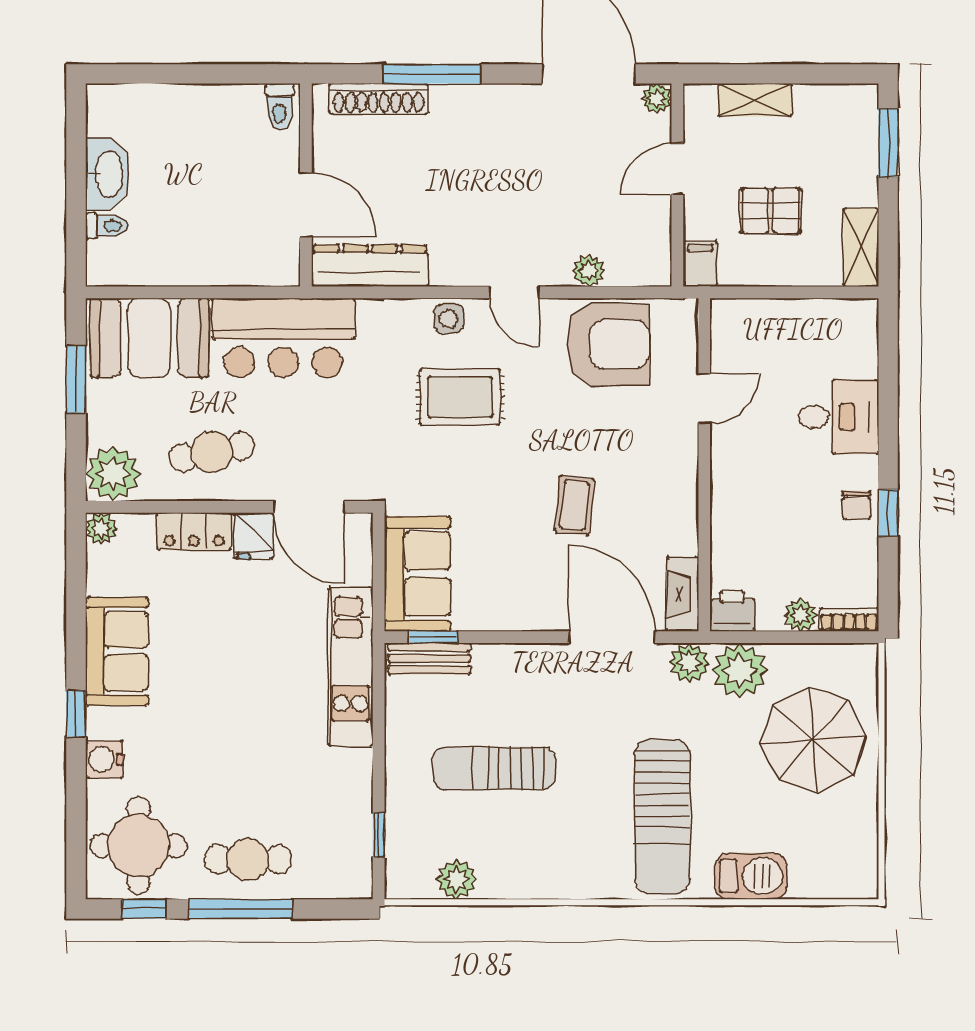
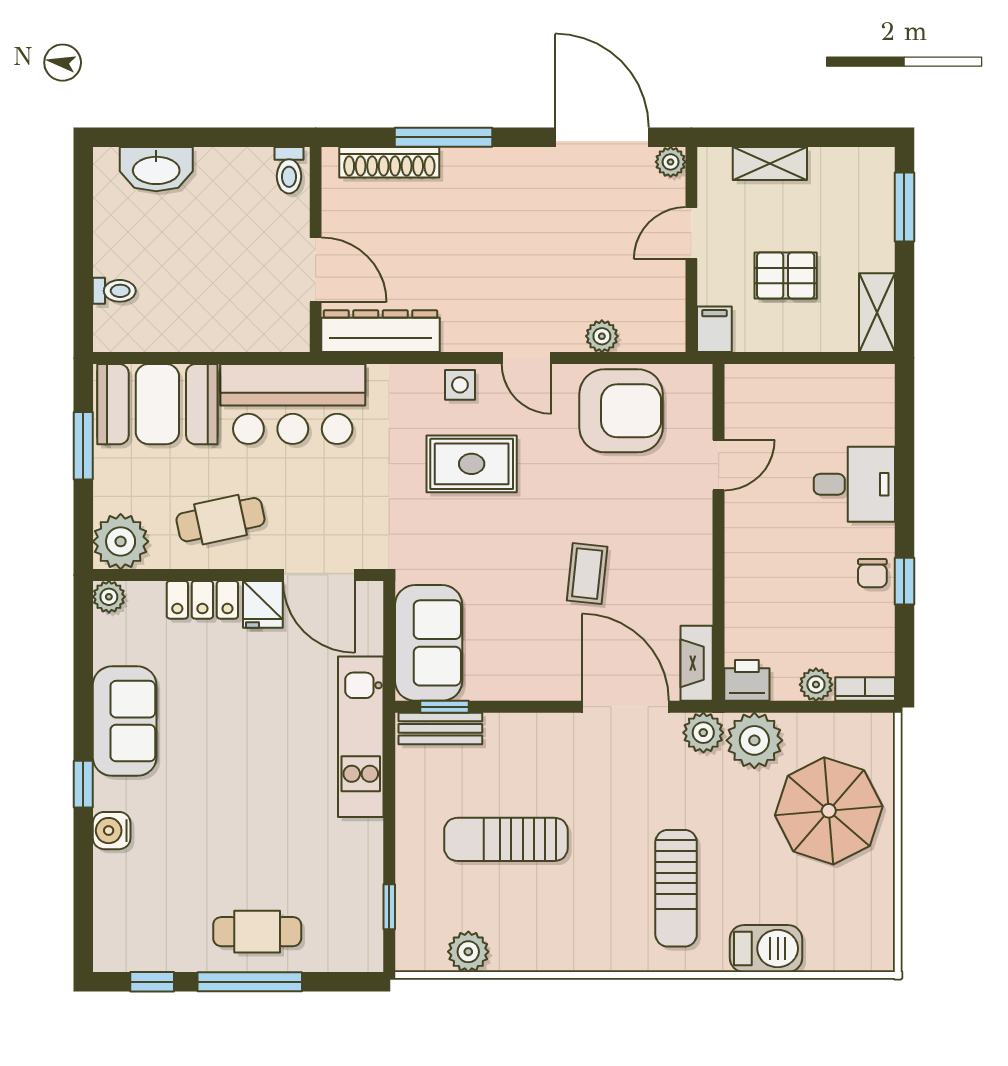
washbasin: (108, 174) -> (156, 169), moved, turned 90
sun lounger: (662, 817) -> (676, 888), width x0.73, depth x0.75
round table: (138, 846) -> (146, 918), removed

